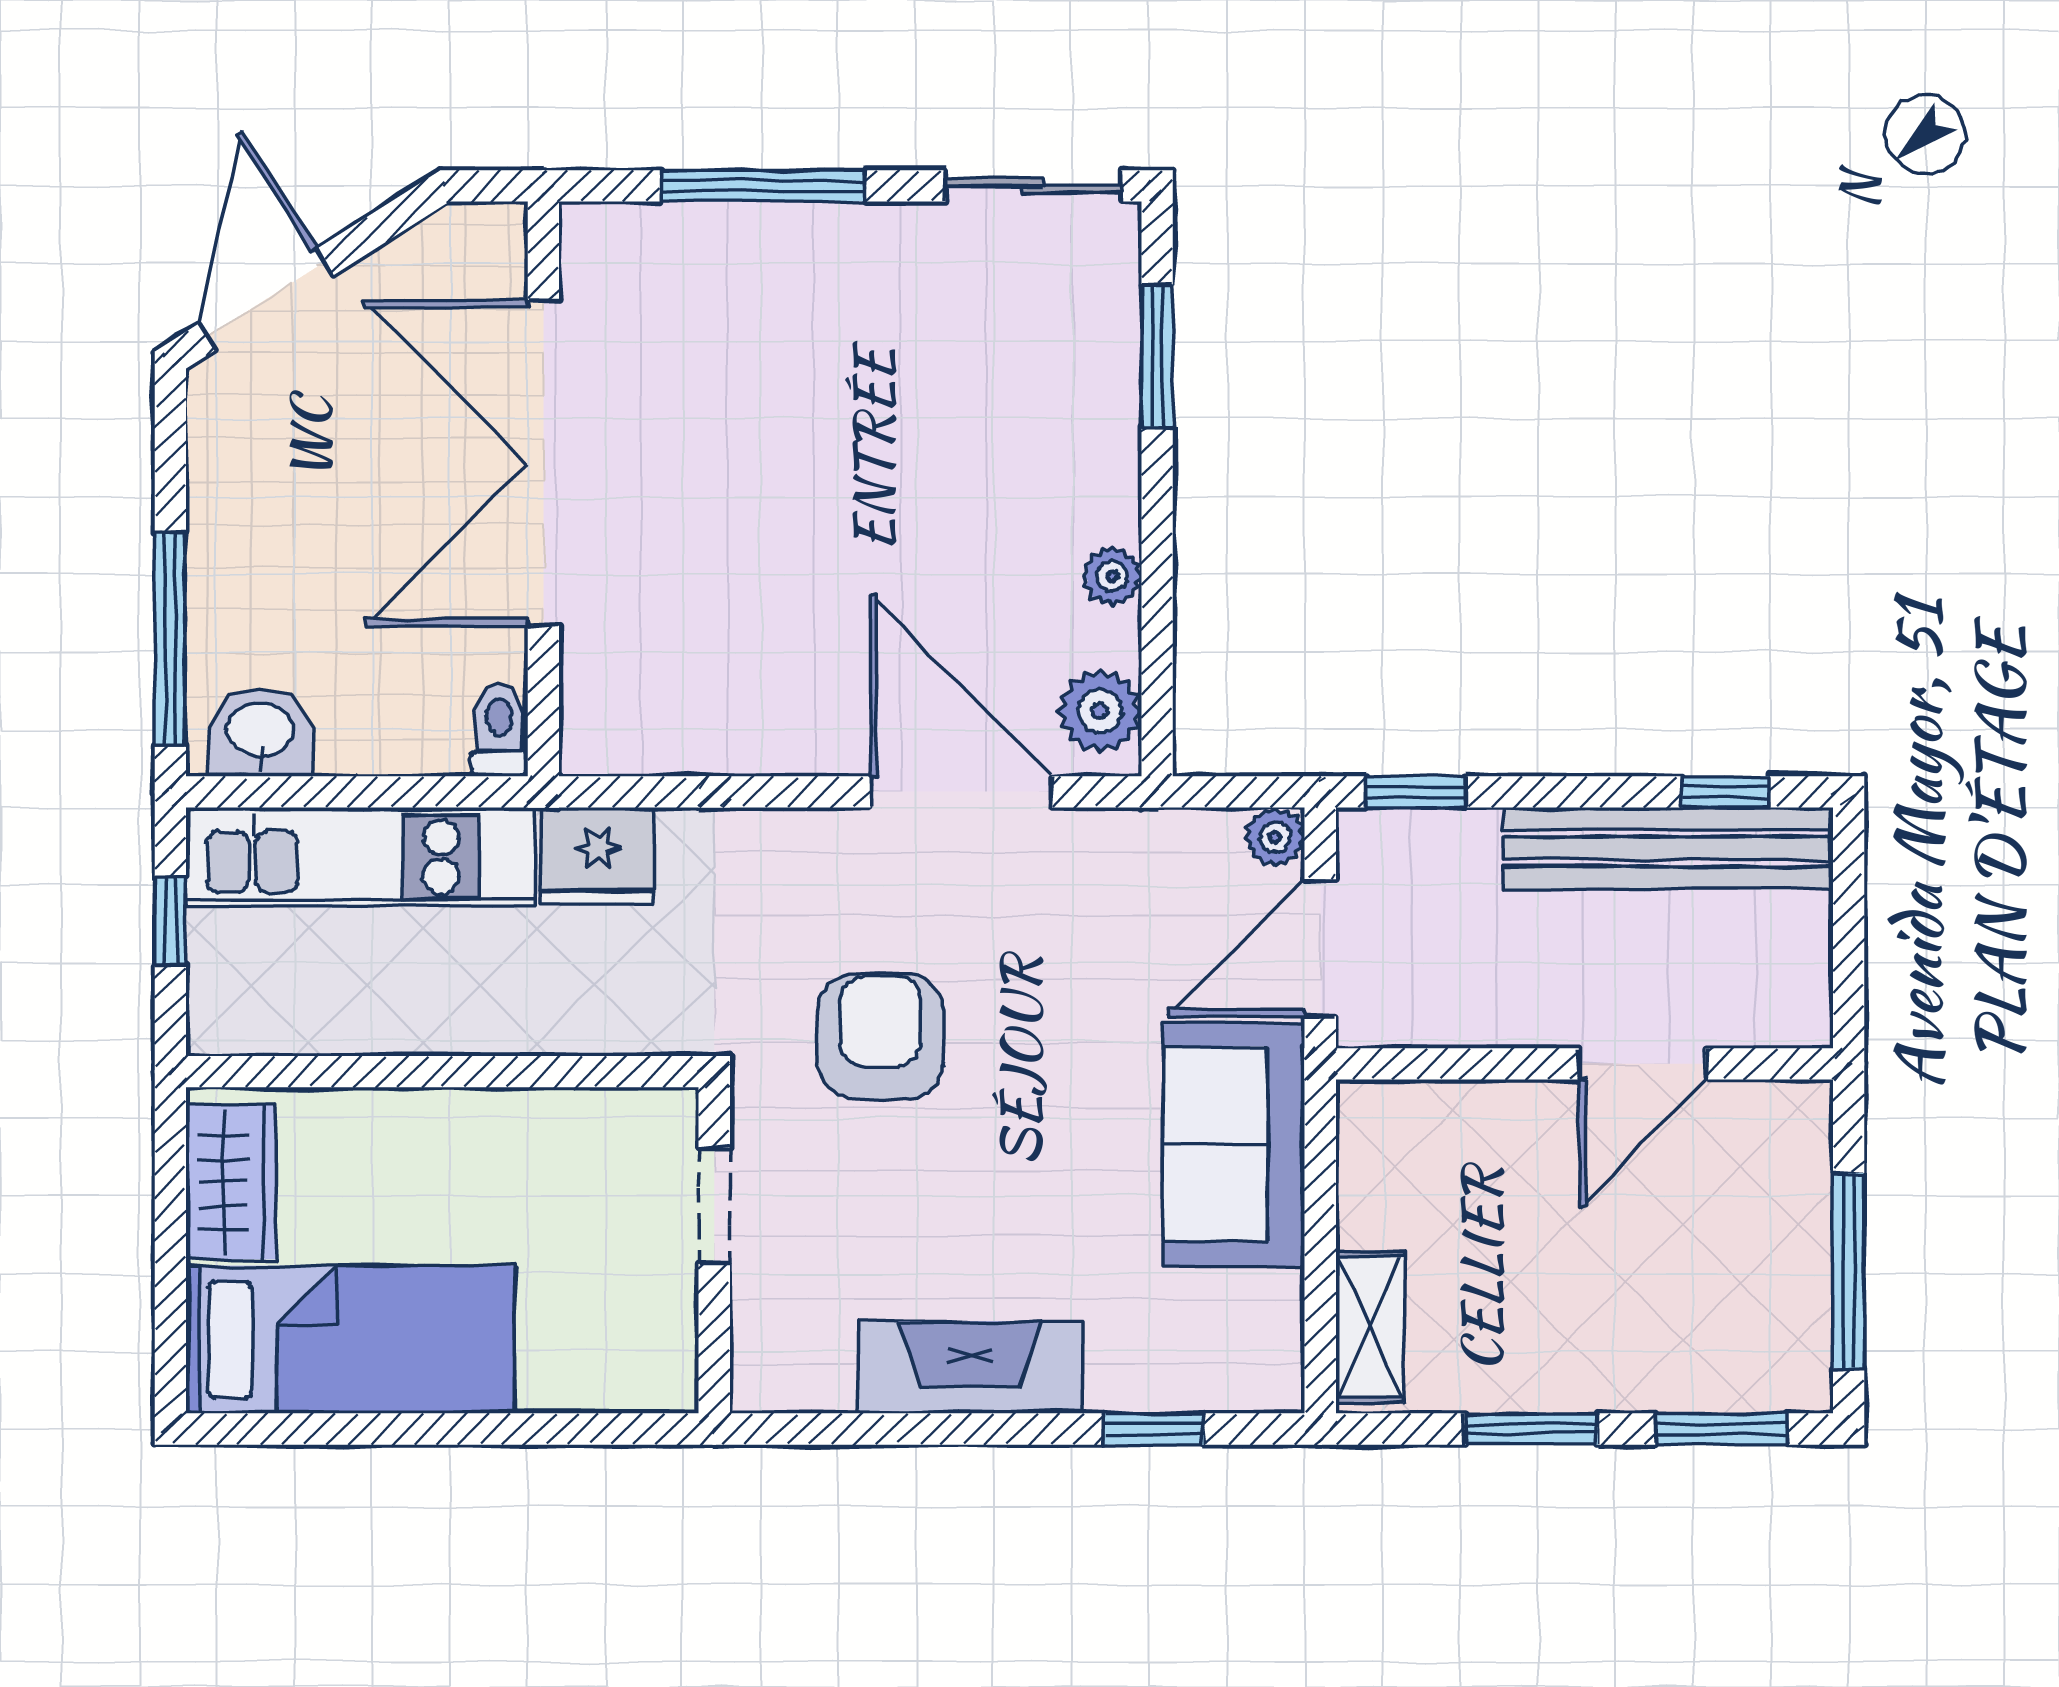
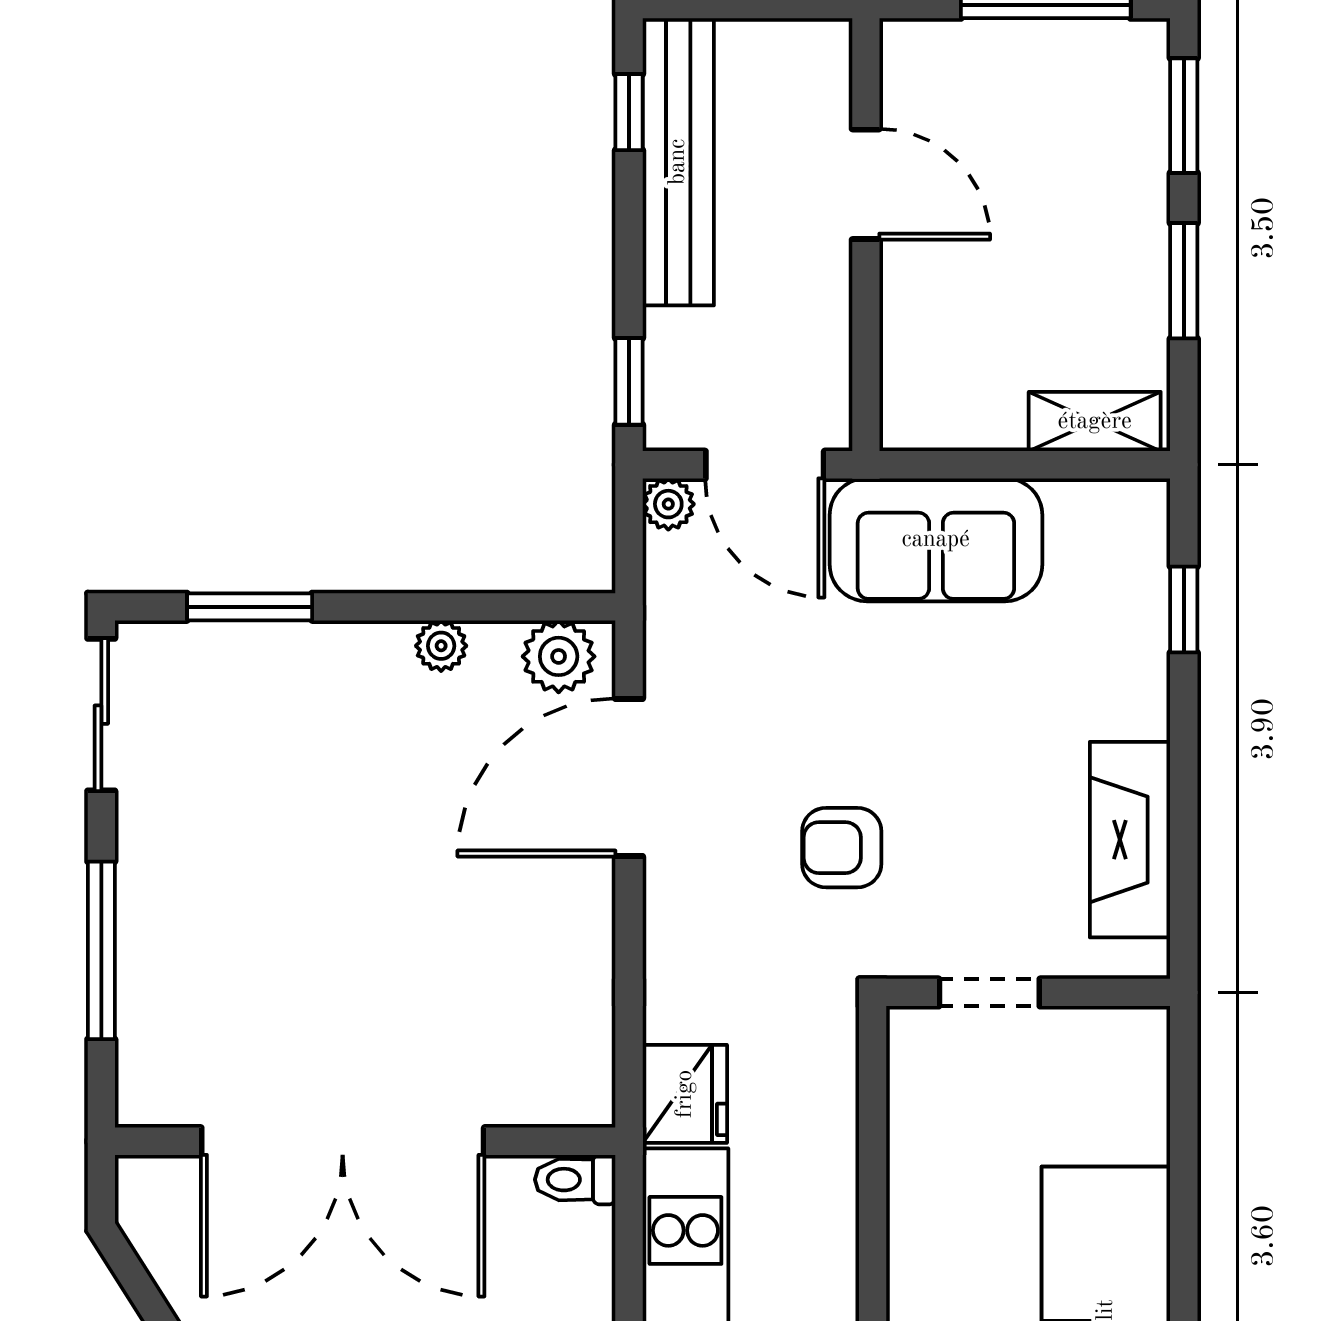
armchair: (881, 1036) -> (842, 848), width x0.72, depth x0.72
fireplace: (970, 1367) -> (1130, 840), moved

